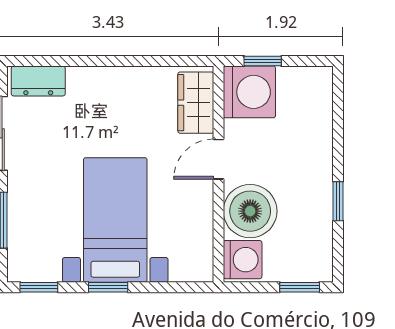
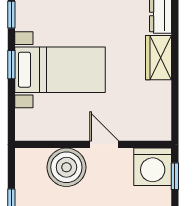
wardrobe: (196, 103) -> (159, 58), moved, turned -90
washing machine: (243, 260) -> (31, 162), removed

